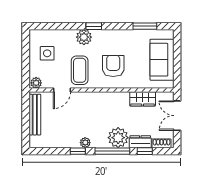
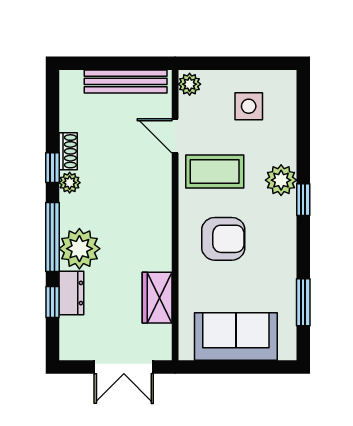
double door: (177, 116) -> (124, 367), swing flipped
shoe rack: (162, 143) -> (68, 151), moved

